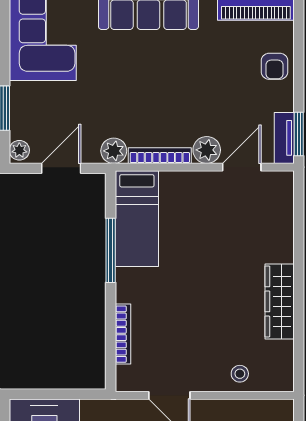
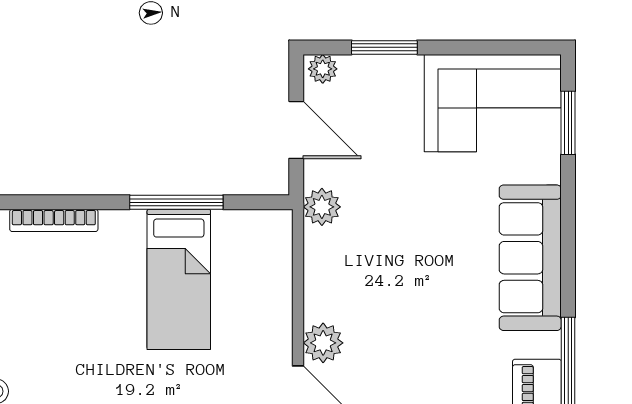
bookcase: (160, 156) -> (315, 274), removed
bed: (137, 219) -> (179, 279), moved, turned -90

